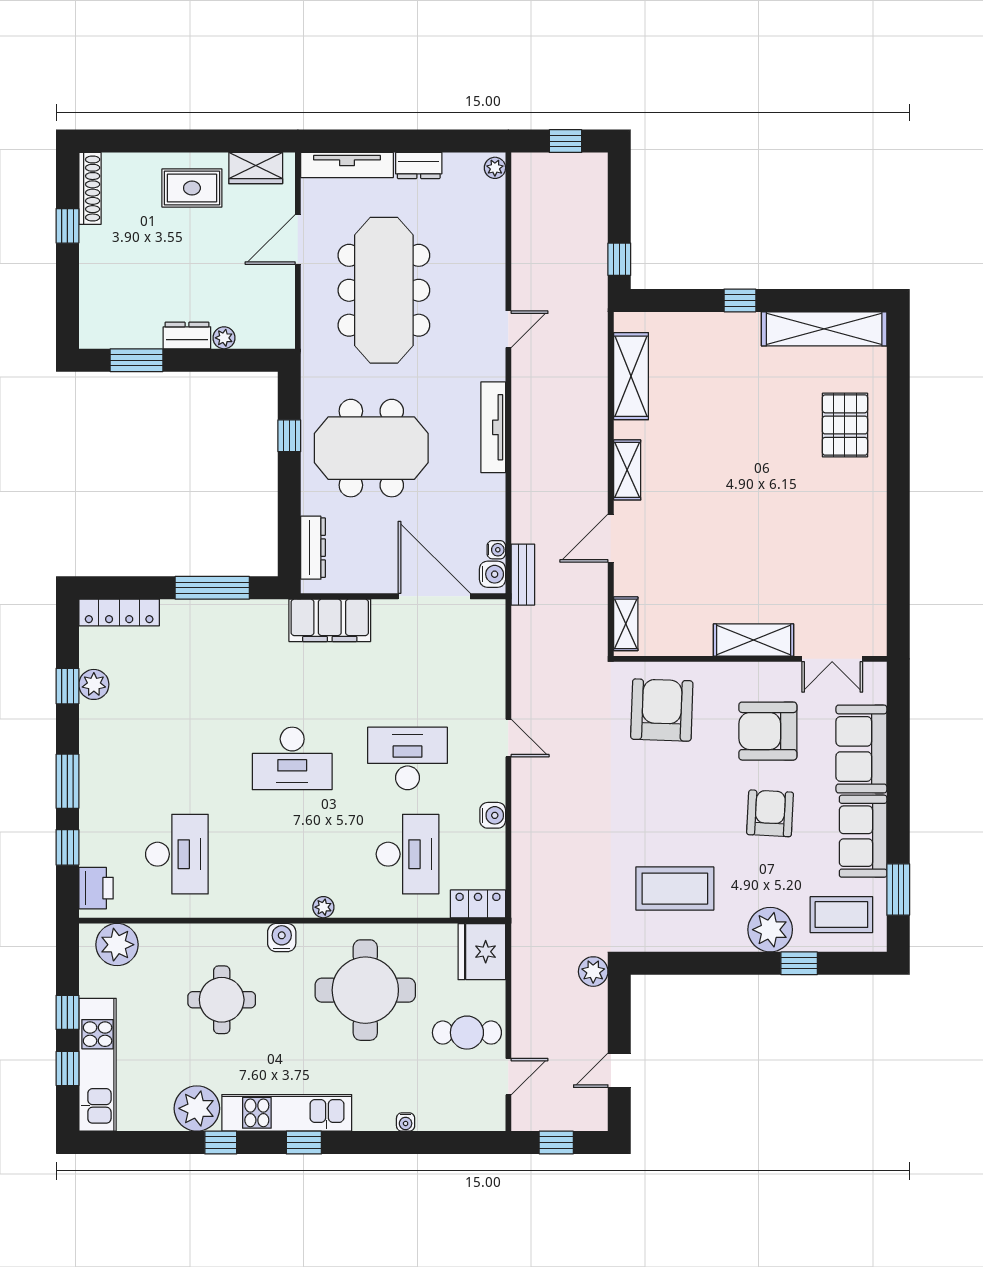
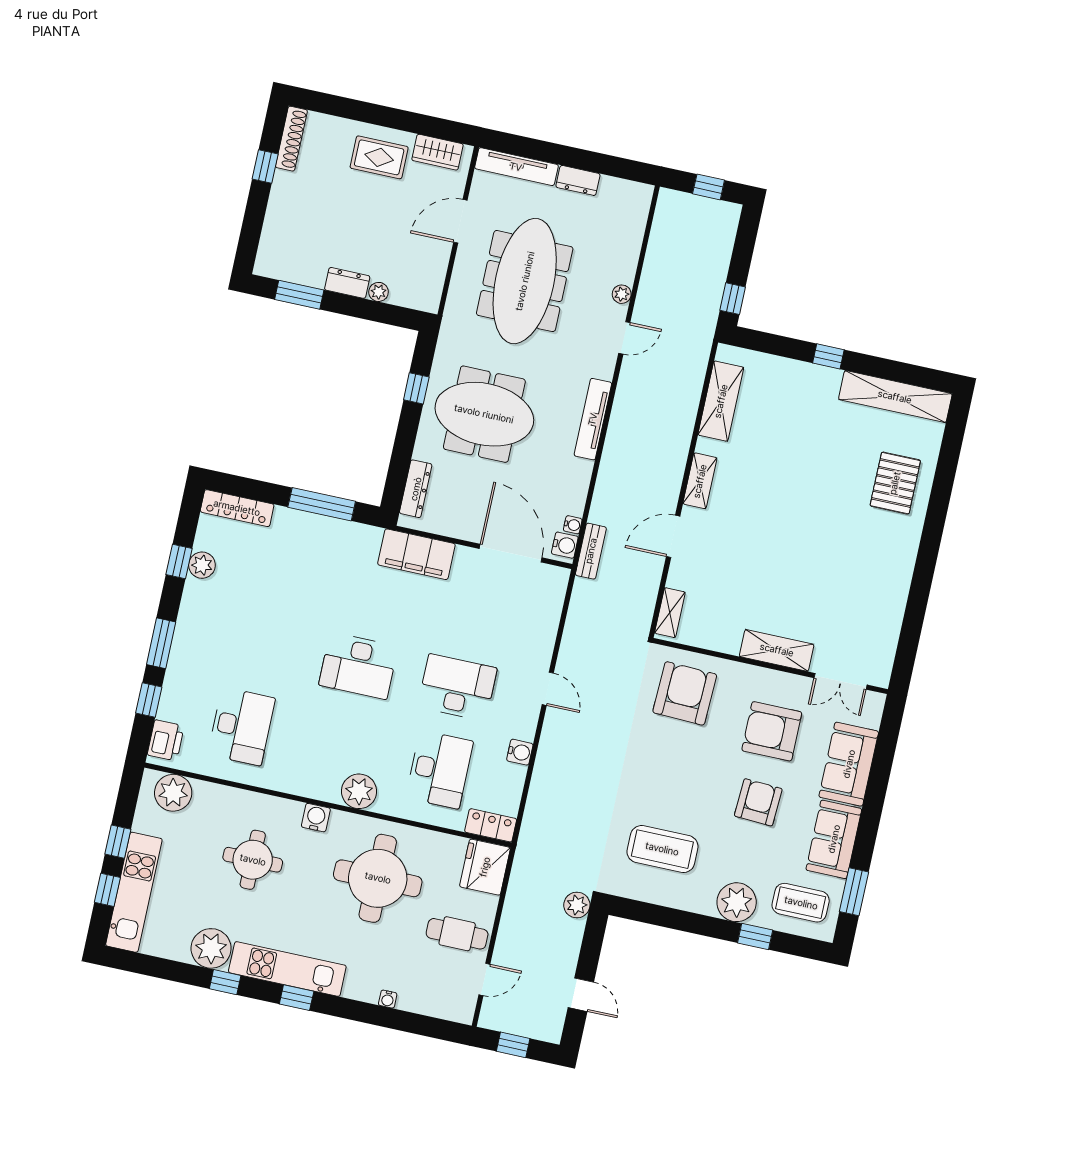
plant: (495, 168) -> (622, 294), moved
plant: (323, 907) -> (359, 791), width x1.88, depth x1.88
door: (619, 1070) -> (581, 995), swing flipped

